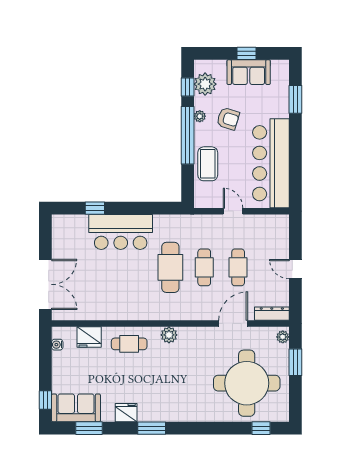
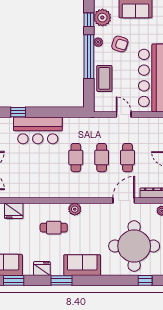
cafe table: (170, 267) -> (76, 158), width x0.73, depth x0.74
cafe table: (129, 344) -> (54, 228), moved
sofa: (179, 408) -> (82, 265), added

